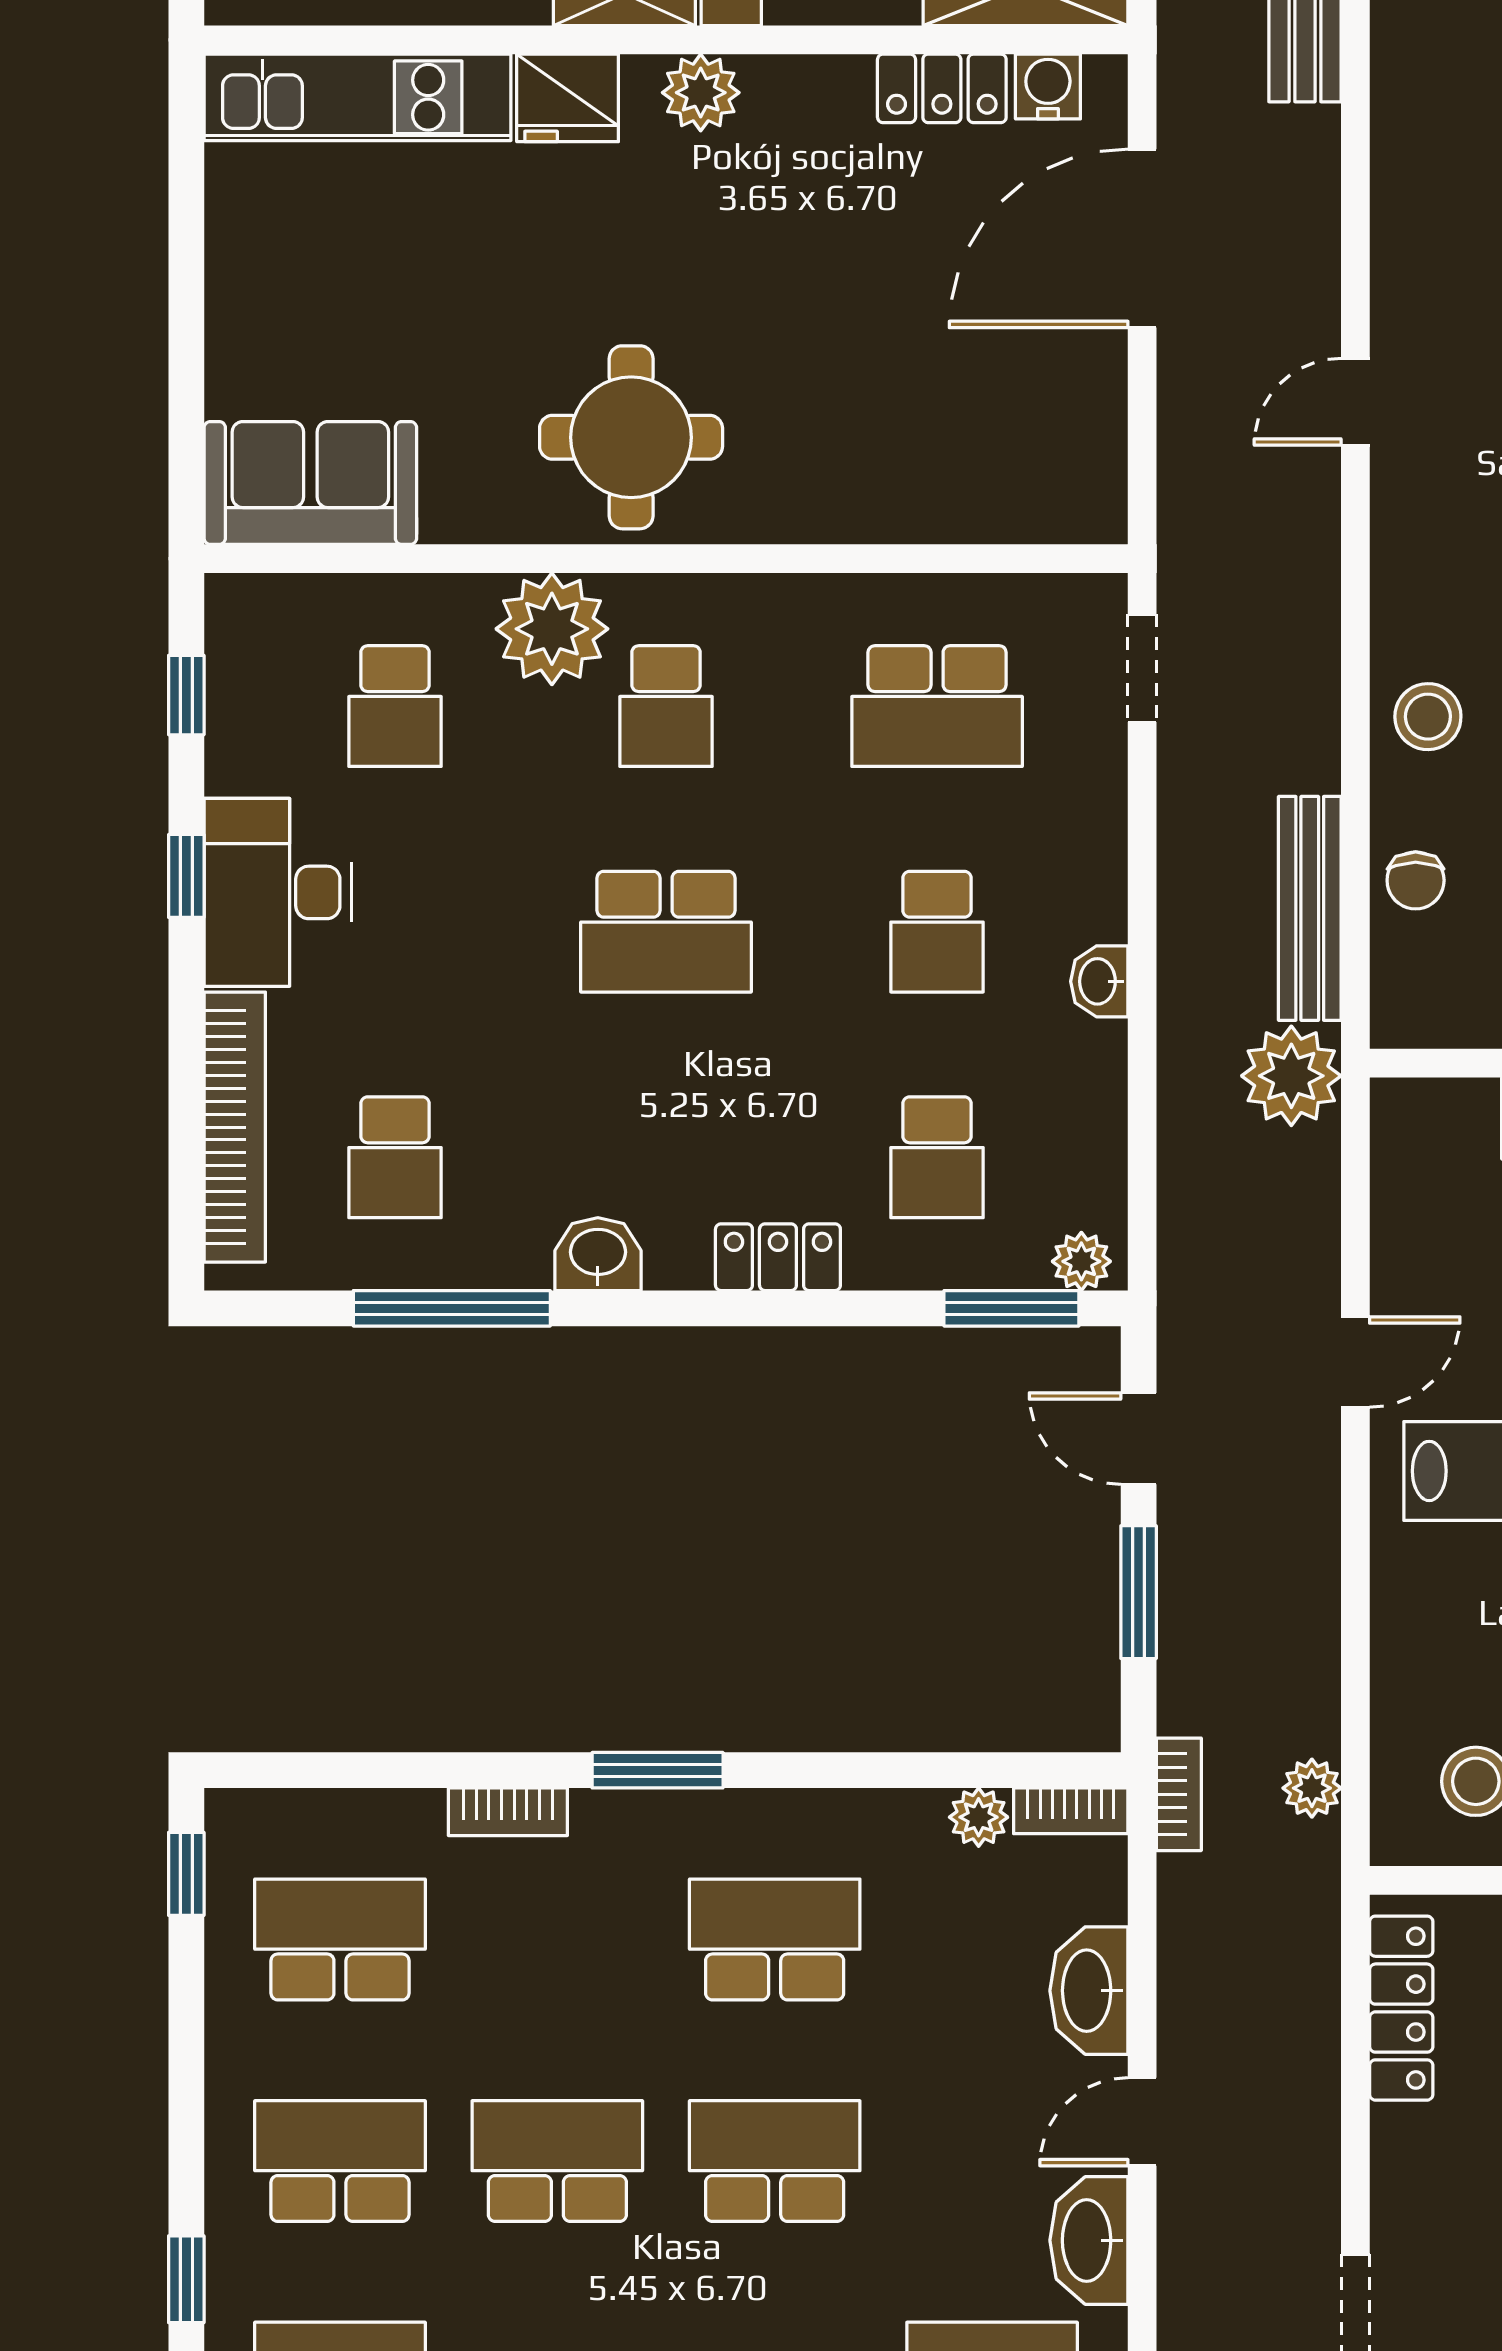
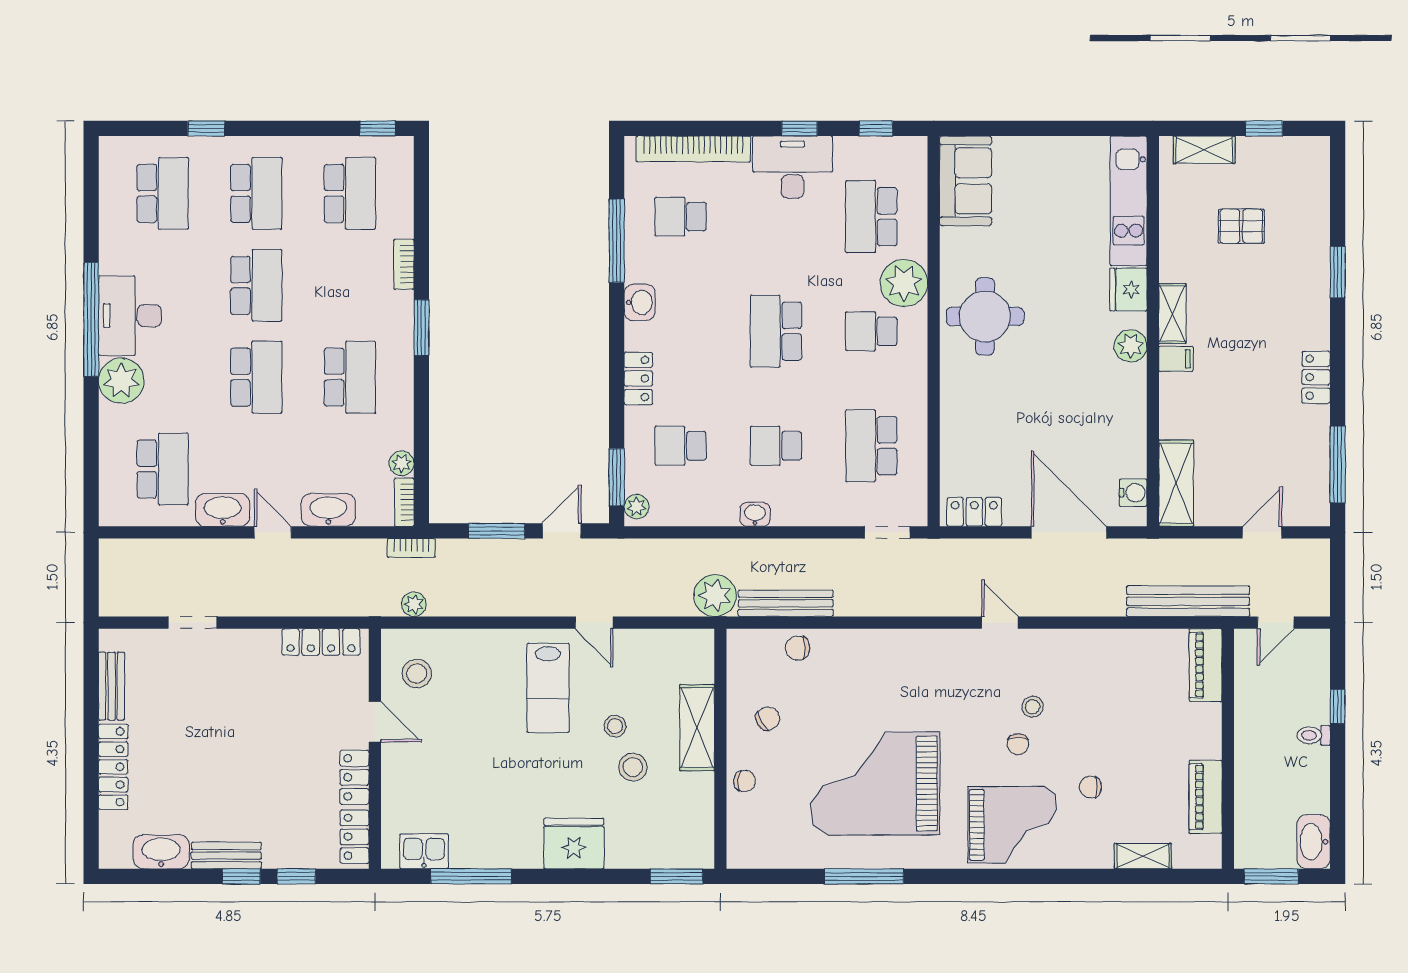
locker: (942, 88) -> (974, 512), moved, turned 90
school desk: (395, 706) -> (871, 217), width x1.85
stool: (1428, 717) -> (867, 653), removed

